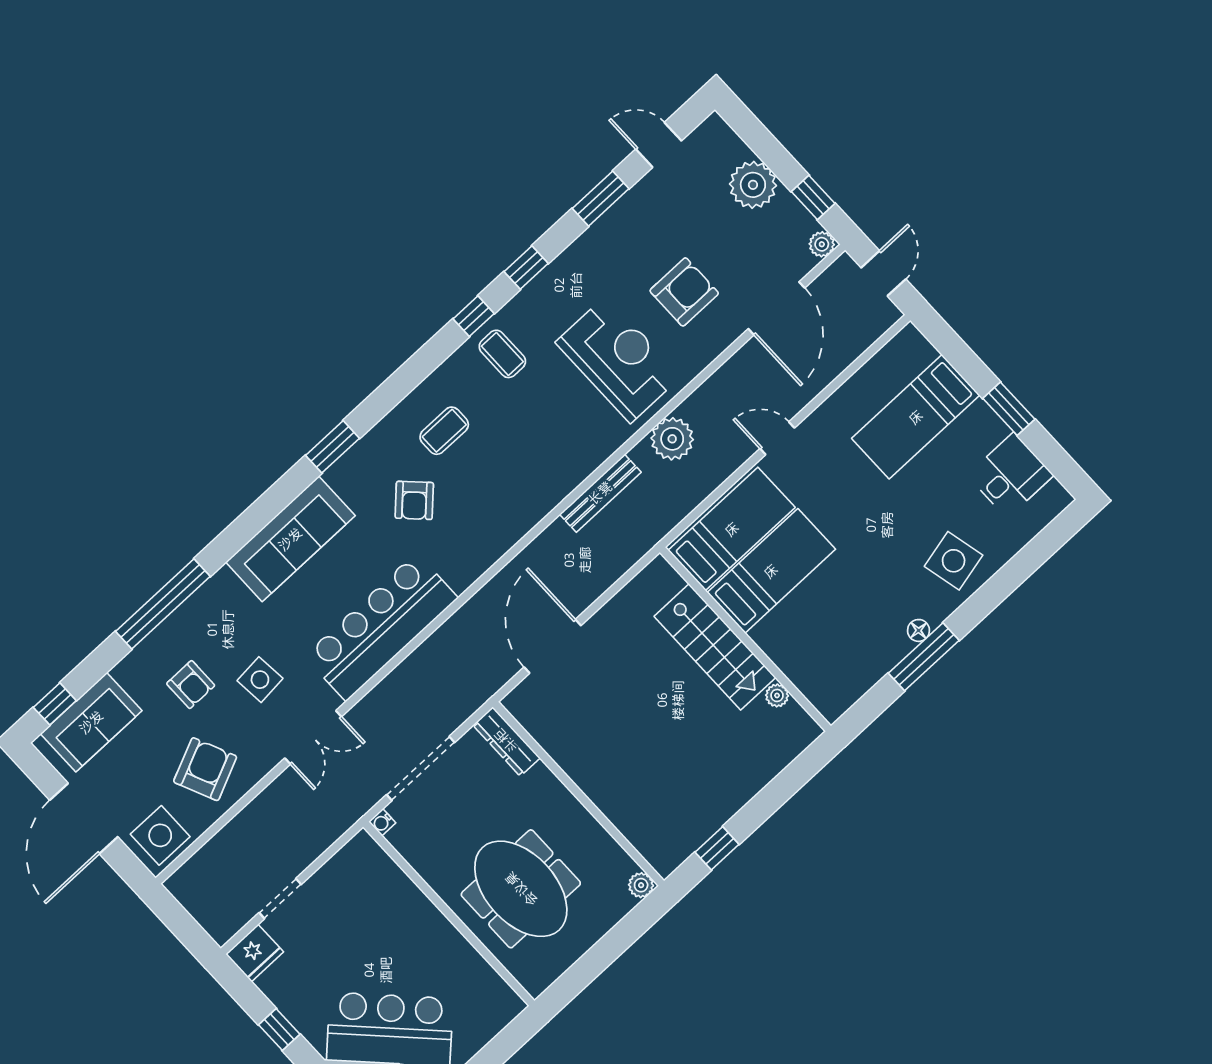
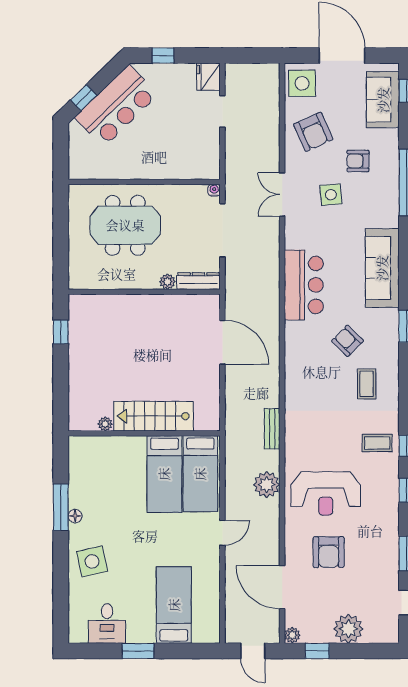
bench: (600, 493) -> (272, 429), width x0.73
bar counter: (381, 627) -> (304, 285), width x0.73
plant: (641, 885) -> (167, 282), moved

